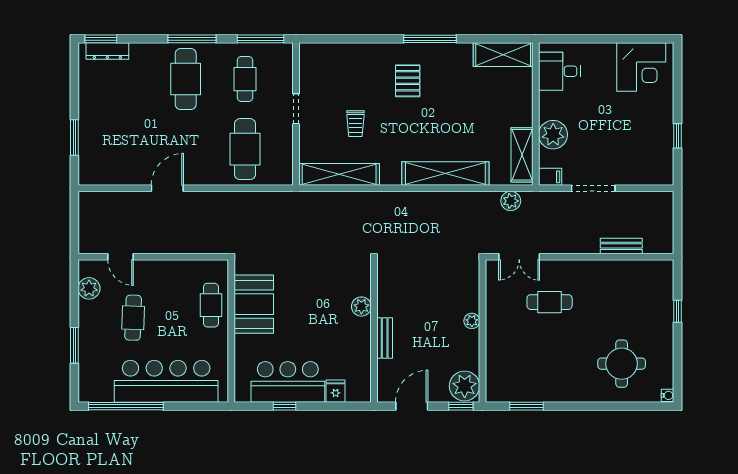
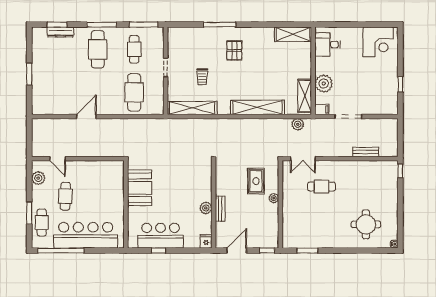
window: (101, 39) -> (57, 25), moved
window: (430, 39) -> (220, 25), moved
dresser: (107, 51) -> (60, 32), moved
window: (74, 137) -> (29, 74), moved
rug: (443, 293) -> (256, 181), added
cafe table: (211, 305) -> (42, 223), moved
plant: (361, 307) -> (206, 208), moved
window: (678, 311) -> (400, 171), moved
plant: (465, 386) -> (269, 238), removed
fridge: (336, 391) -> (206, 241), moved

